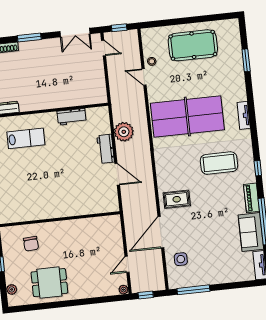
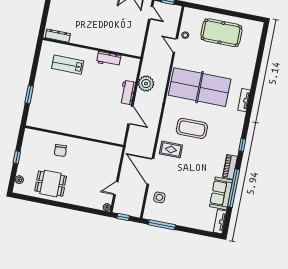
window: (246, 60) -> (260, 57), removed
lab bench: (26, 138) -> (68, 65), turned 180
coffee table: (219, 163) -> (192, 128), moved
door: (161, 232) -> (150, 171), hinge flipped
chair: (31, 244) -> (60, 151), moved

